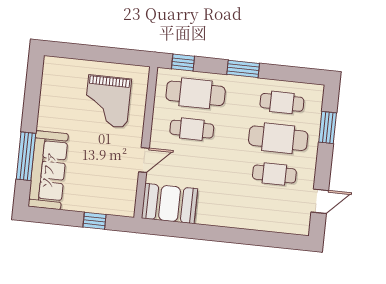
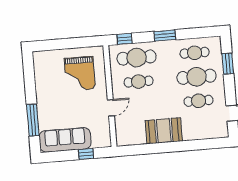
sofa: (48, 170) -> (65, 140), moved, turned -90
booth: (170, 204) -> (164, 131), moved

